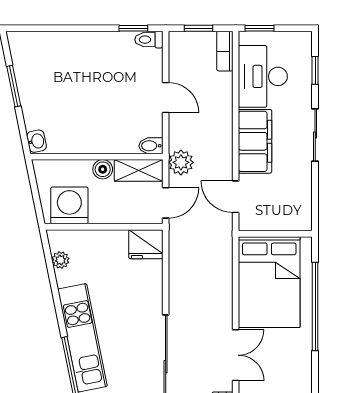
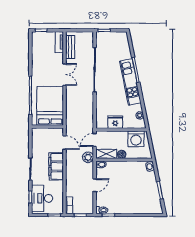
desk: (263, 76) -> (42, 198), moved, turned 180
door: (166, 98) -> (95, 185), swing flipped
fridge: (146, 244) -> (115, 122), moved
double door: (236, 355) -> (65, 74), swing flipped

